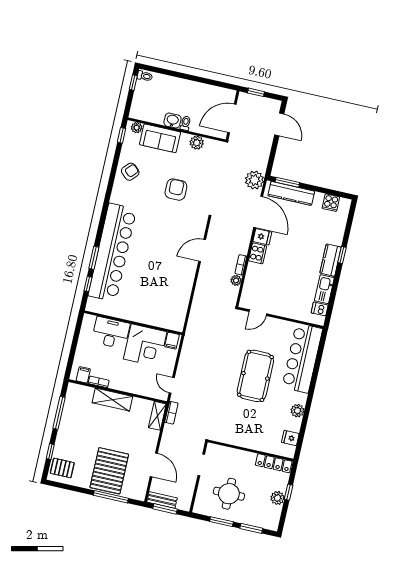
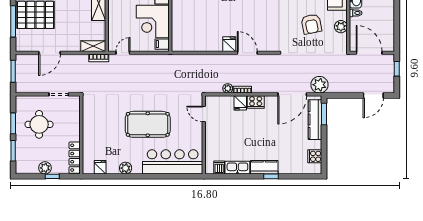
armchair: (176, 190) -> (311, 24), moved, turned 79
fridge: (262, 237) -> (240, 103), moved
fridge: (188, 268) -> (229, 44), added
bench: (162, 500) -> (20, 67), removed

